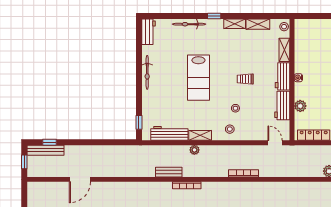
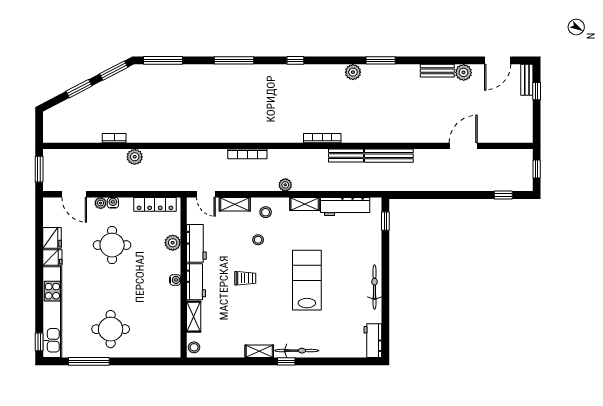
bicycle: (189, 24) -> (297, 351), moved
shelving: (258, 24) -> (235, 204), moved
bench: (45, 150) -> (389, 156), moved
plant: (194, 150) -> (285, 185), moved

